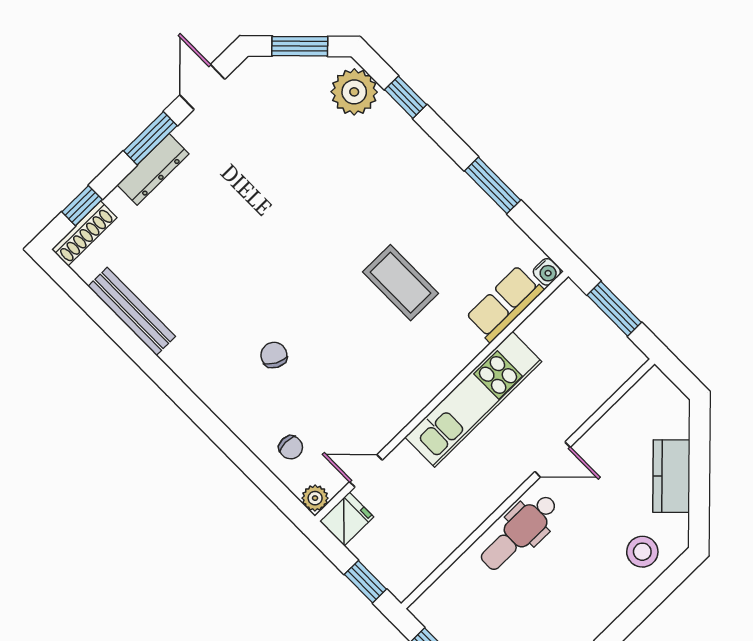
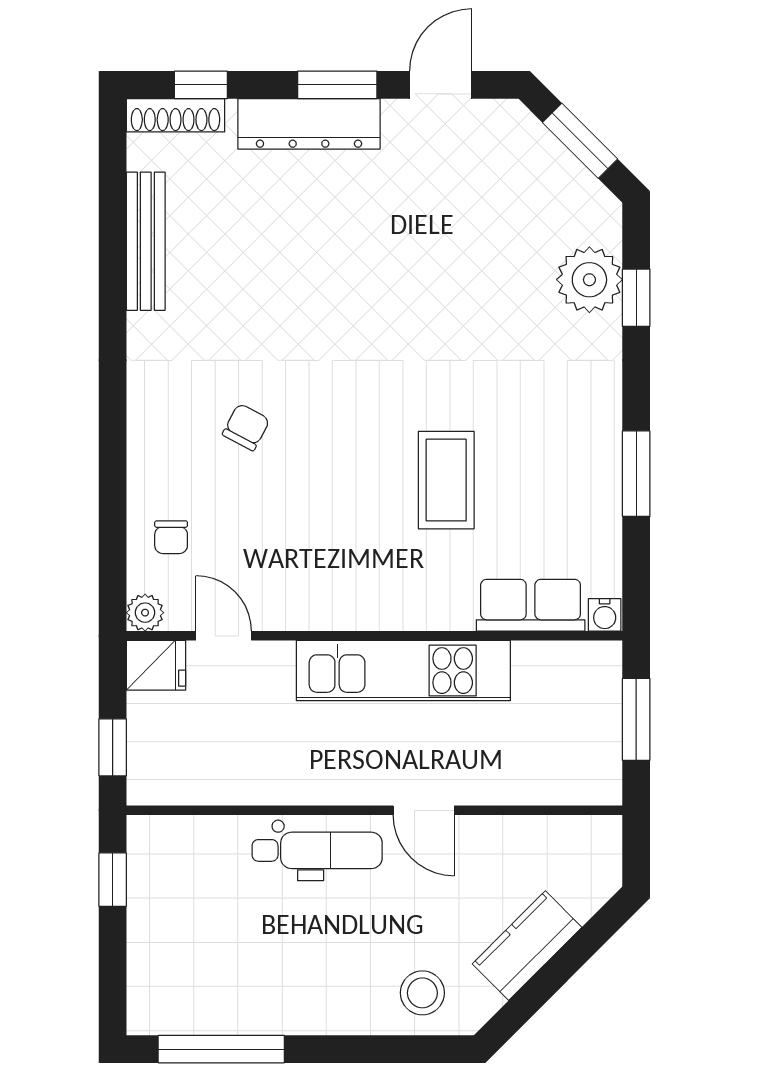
plant: (354, 92) -> (589, 280), moved
dresser: (153, 169) -> (309, 124), width x1.37, depth x1.24
dental chair: (519, 532) -> (317, 850), turned 180

